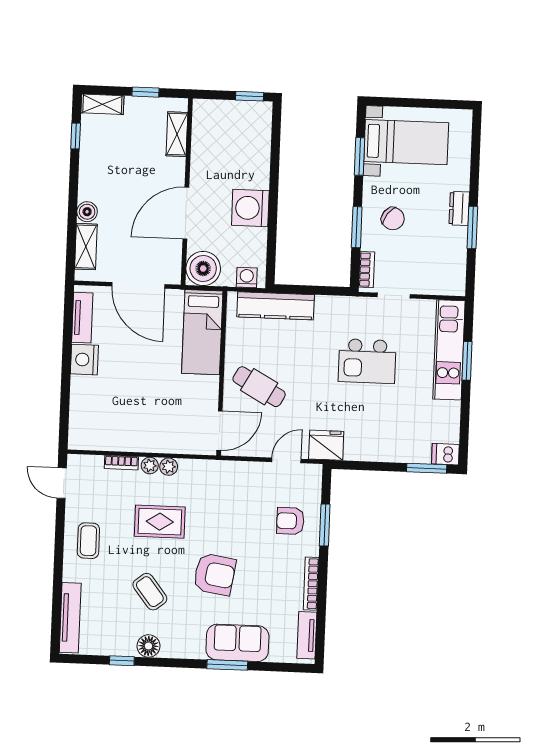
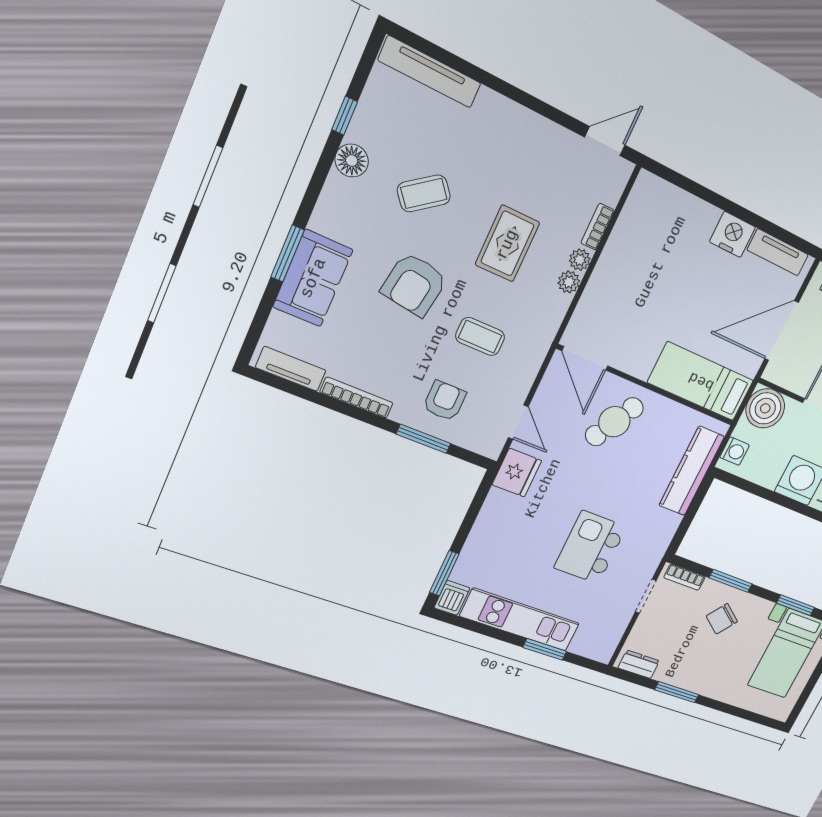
dresser: (459, 208) -> (639, 664), moved
kitchen unit: (449, 350) -> (520, 620), moved
coffee table: (88, 541) -> (480, 337), moved

